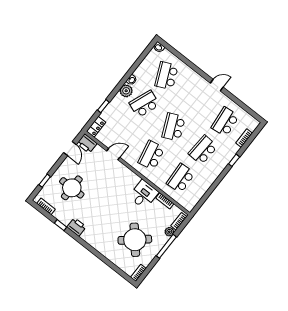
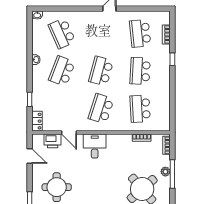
plant: (126, 91) -> (38, 72), removed
school desk: (174, 127) -> (101, 71), turned 39
printer: (87, 144) -> (53, 141), moved
door: (113, 154) -> (69, 133), swing flipped
school desk: (151, 155) -> (101, 109), turned 30
desk: (144, 194) -> (95, 146), moved
plant: (169, 232) -> (165, 172), moved

